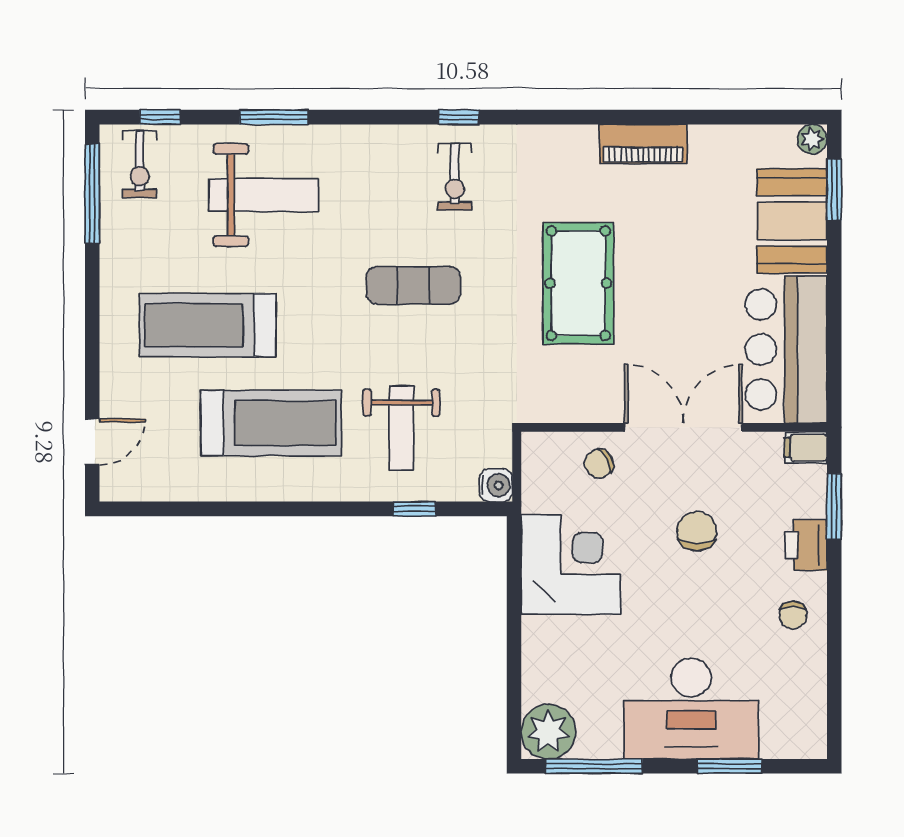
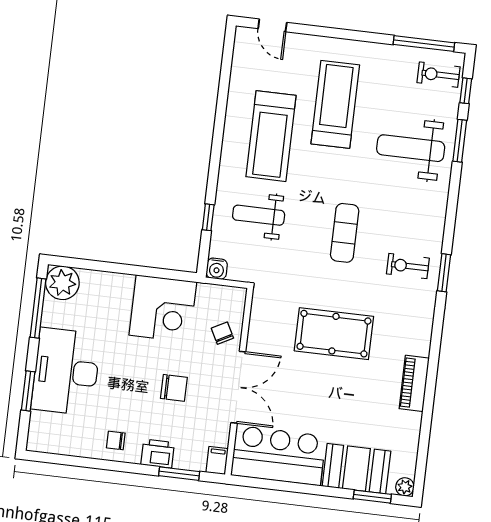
window: (274, 117) -> (460, 141), moved
window: (459, 117) -> (444, 273), width x1.50
weight bench: (264, 195) -> (411, 148), turned 90

